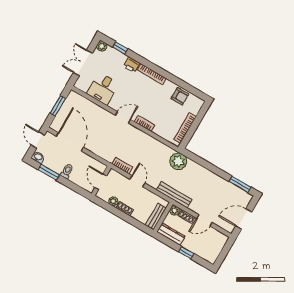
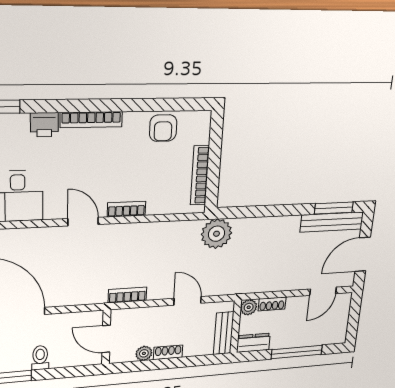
armchair: (180, 96) -> (163, 128), turned 90
door: (123, 117) -> (83, 222), hinge flipped
door: (137, 181) -> (188, 301), moved
bench: (174, 195) -> (332, 222), moved
door: (204, 220) -> (323, 291), moved
dresser: (171, 234) -> (253, 343), width x0.70
window: (186, 253) -> (297, 352), width x2.17

